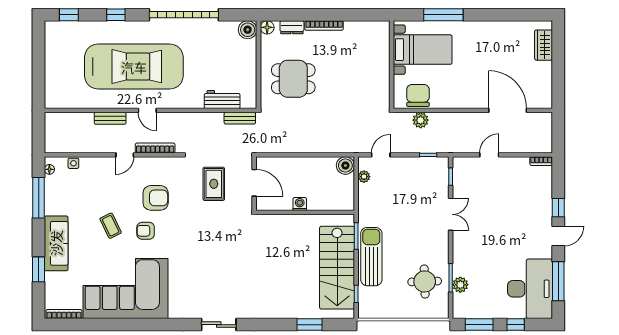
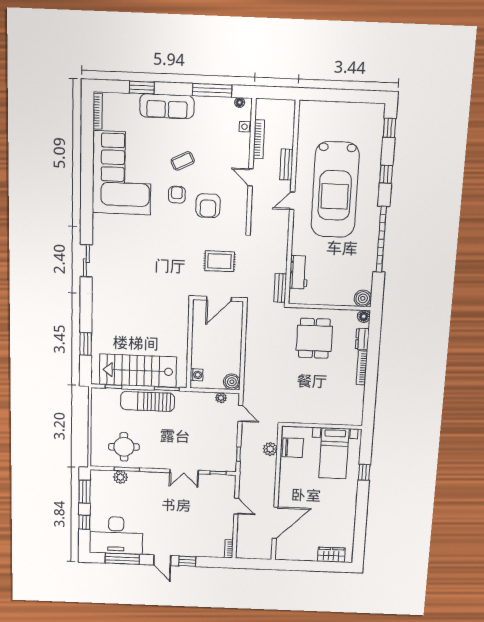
window: (443, 15) -> (364, 472), width x0.46
bookcase: (155, 148) -> (259, 139), moved
washing machine: (300, 204) -> (197, 375), moved
sun lounger: (371, 257) -> (148, 401), turned 180

